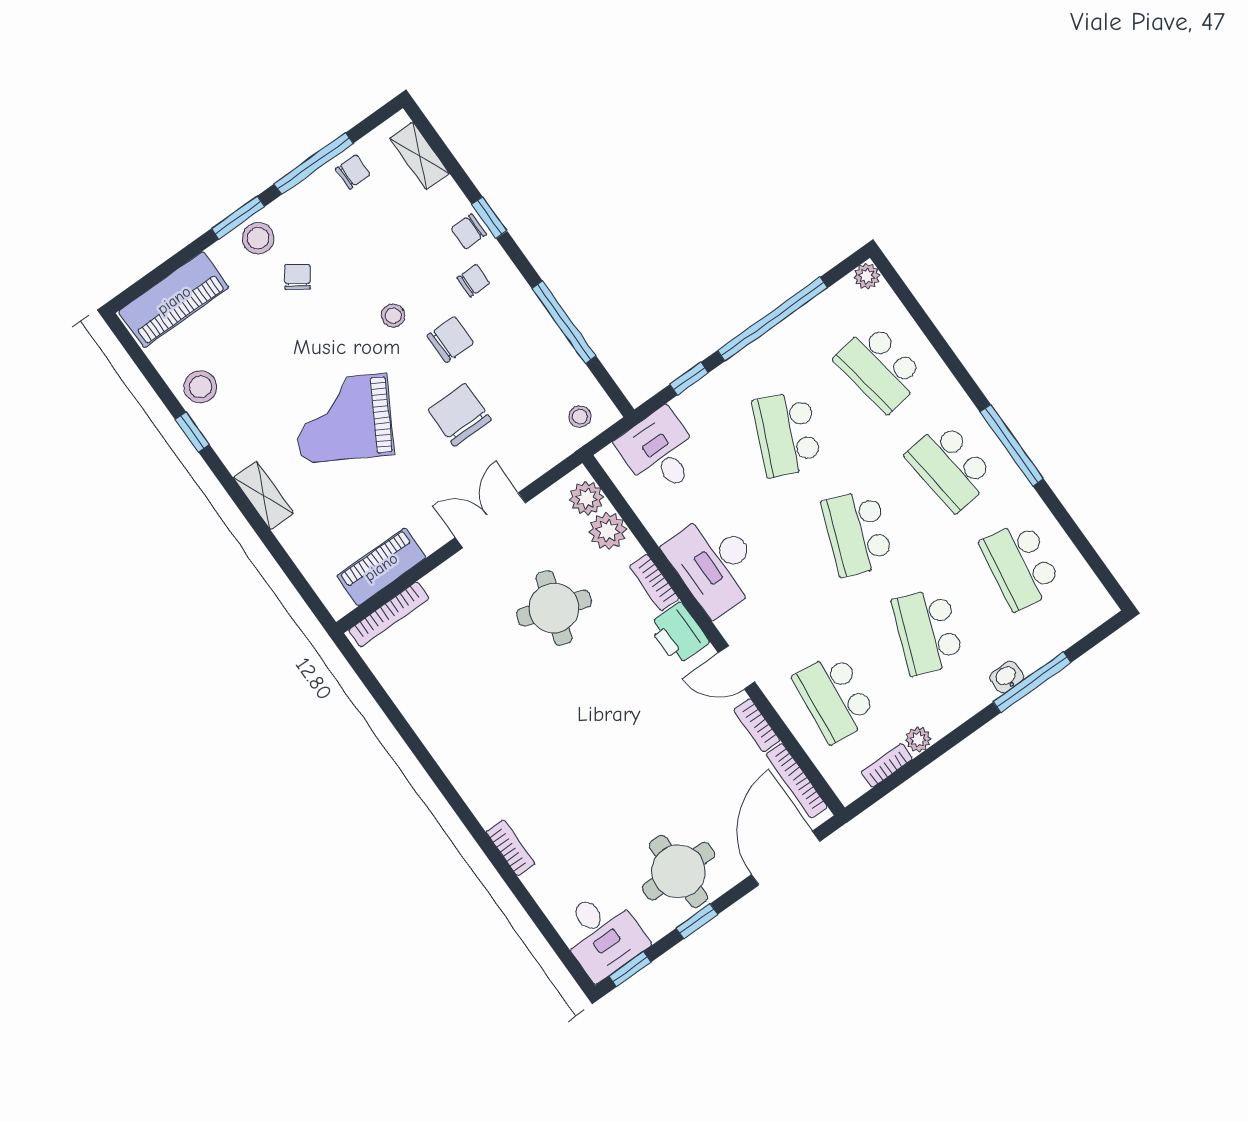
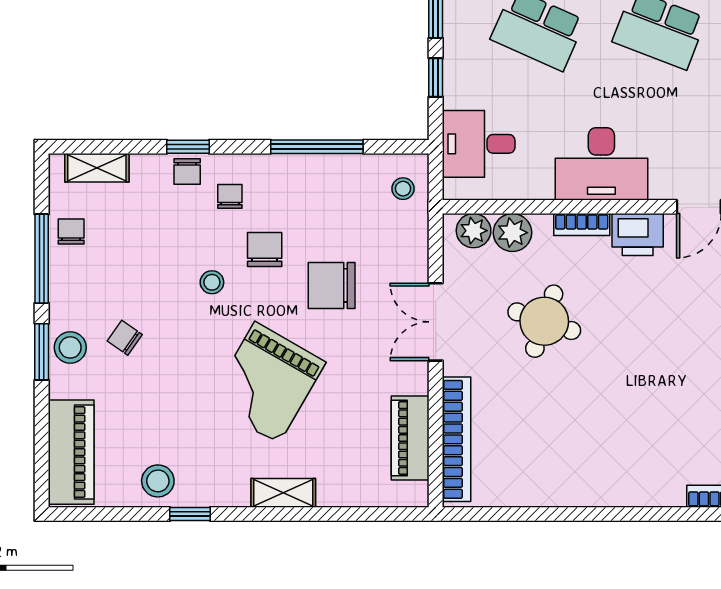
bookcase: (389, 614) -> (456, 439), width x1.48, depth x1.31

